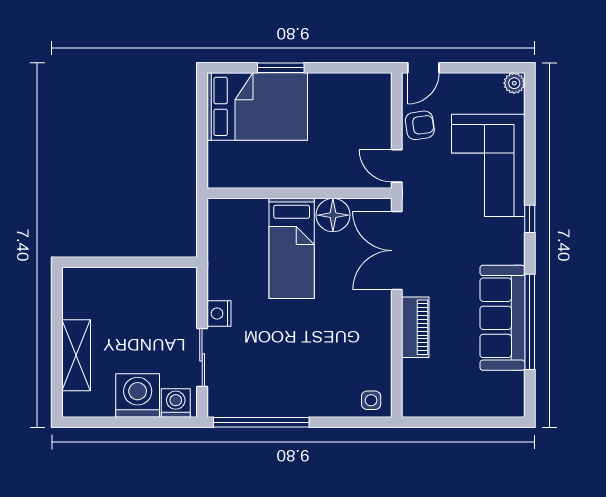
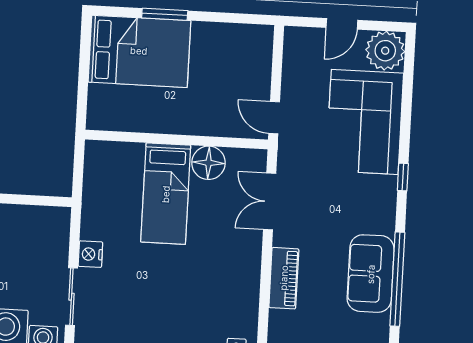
door: (423, 68) -> (342, 24), moved
plant: (514, 83) -> (385, 51), width x1.88, depth x1.88
armchair: (420, 125) -> (299, 79), removed
double door: (397, 251) -> (270, 201), width x0.73
sofa: (502, 318) -> (371, 274), width x0.73

